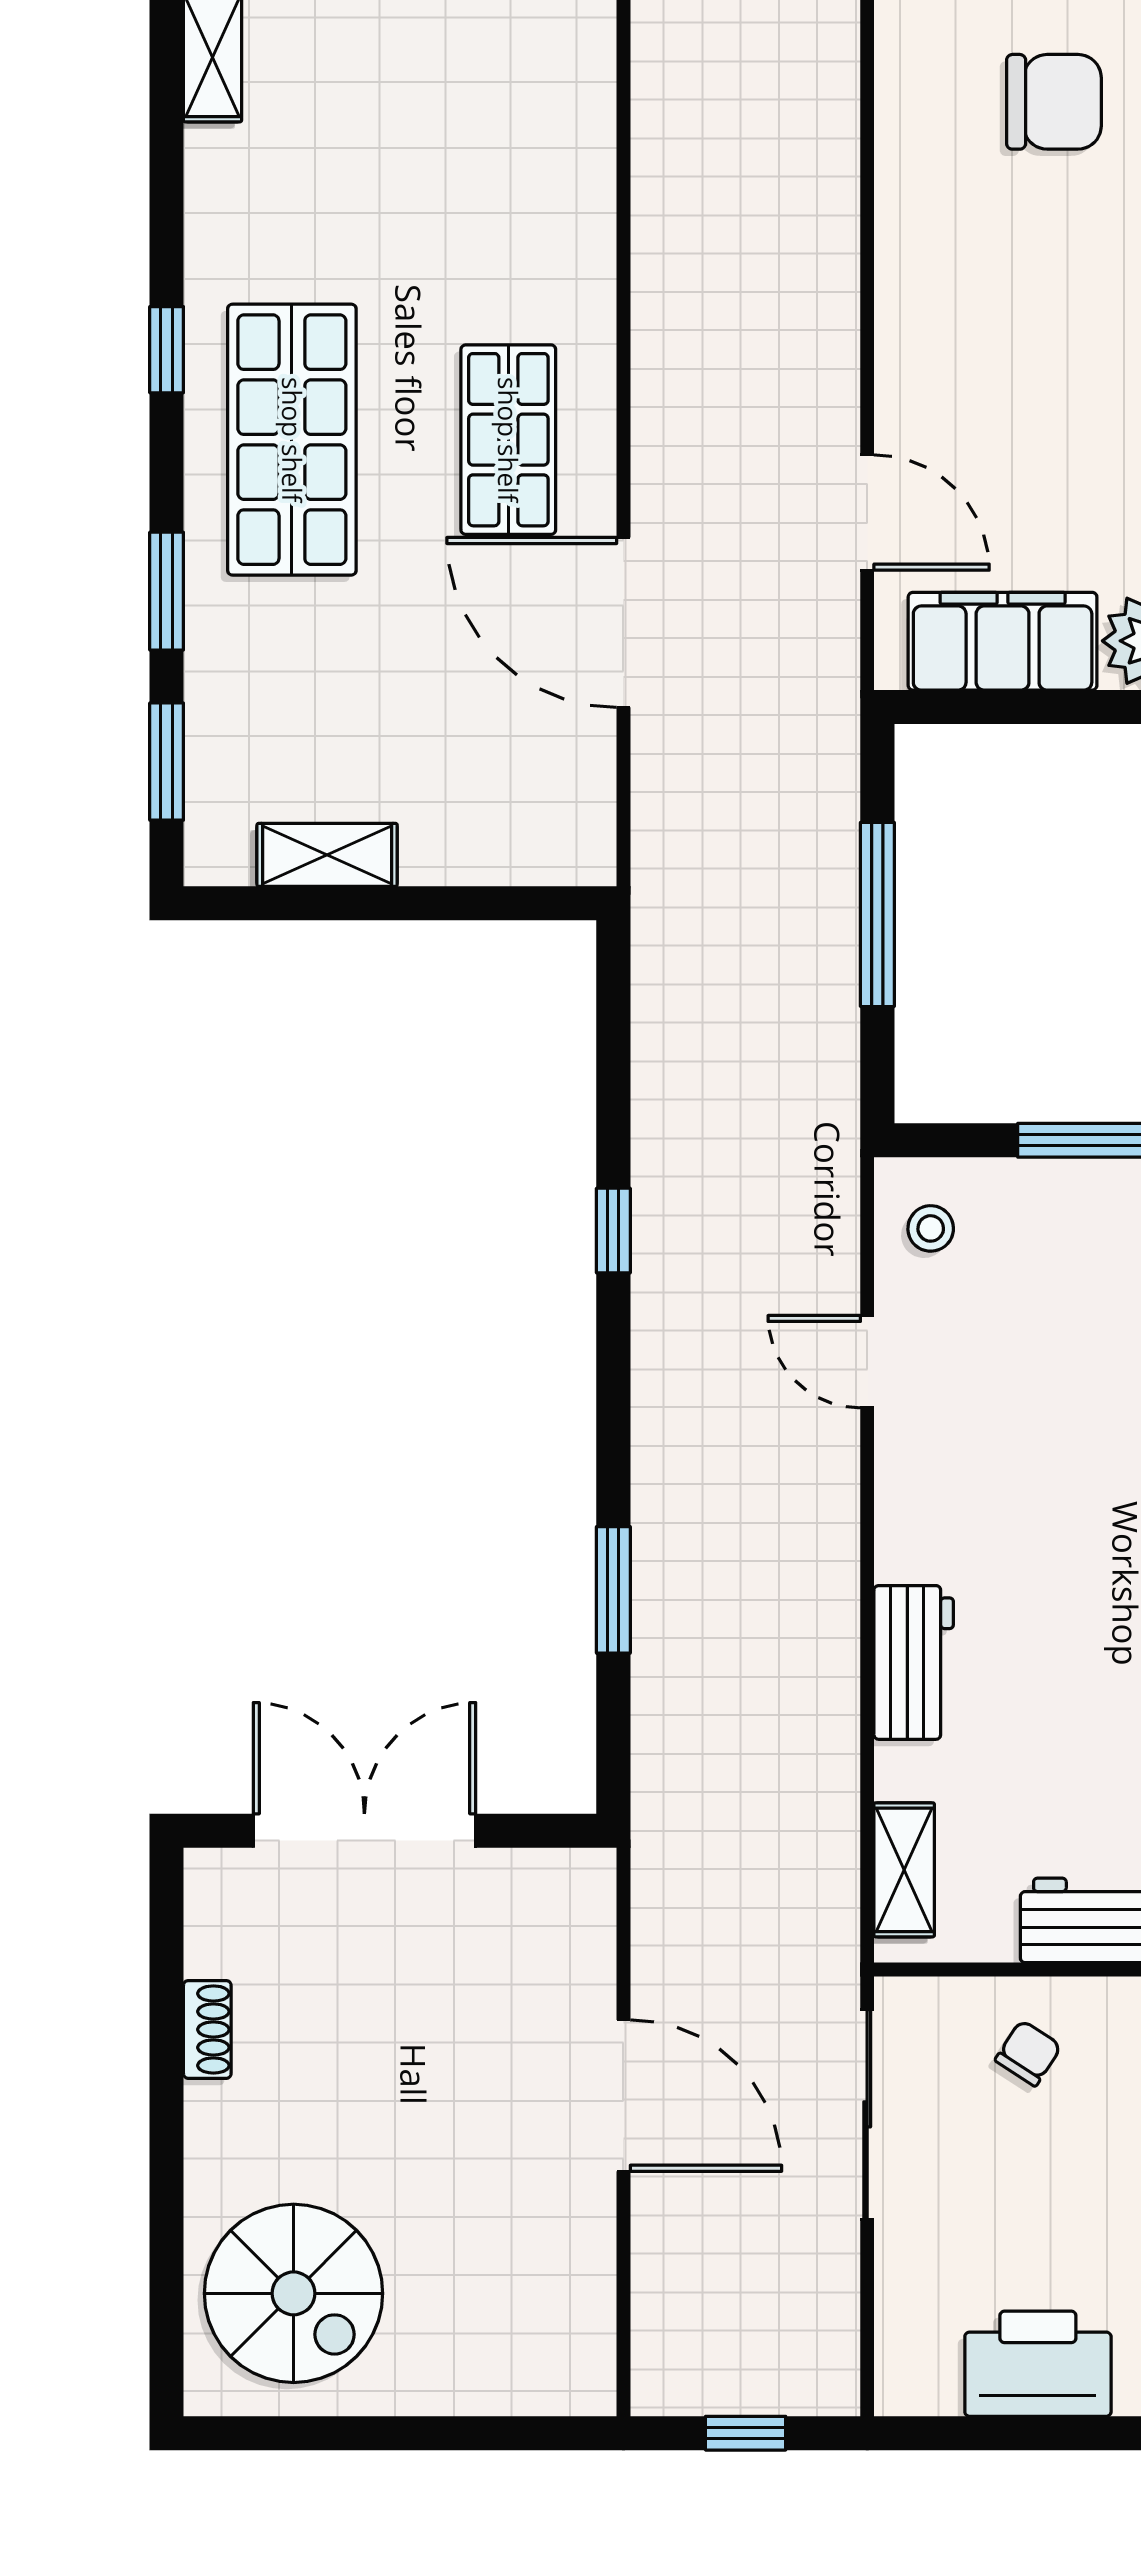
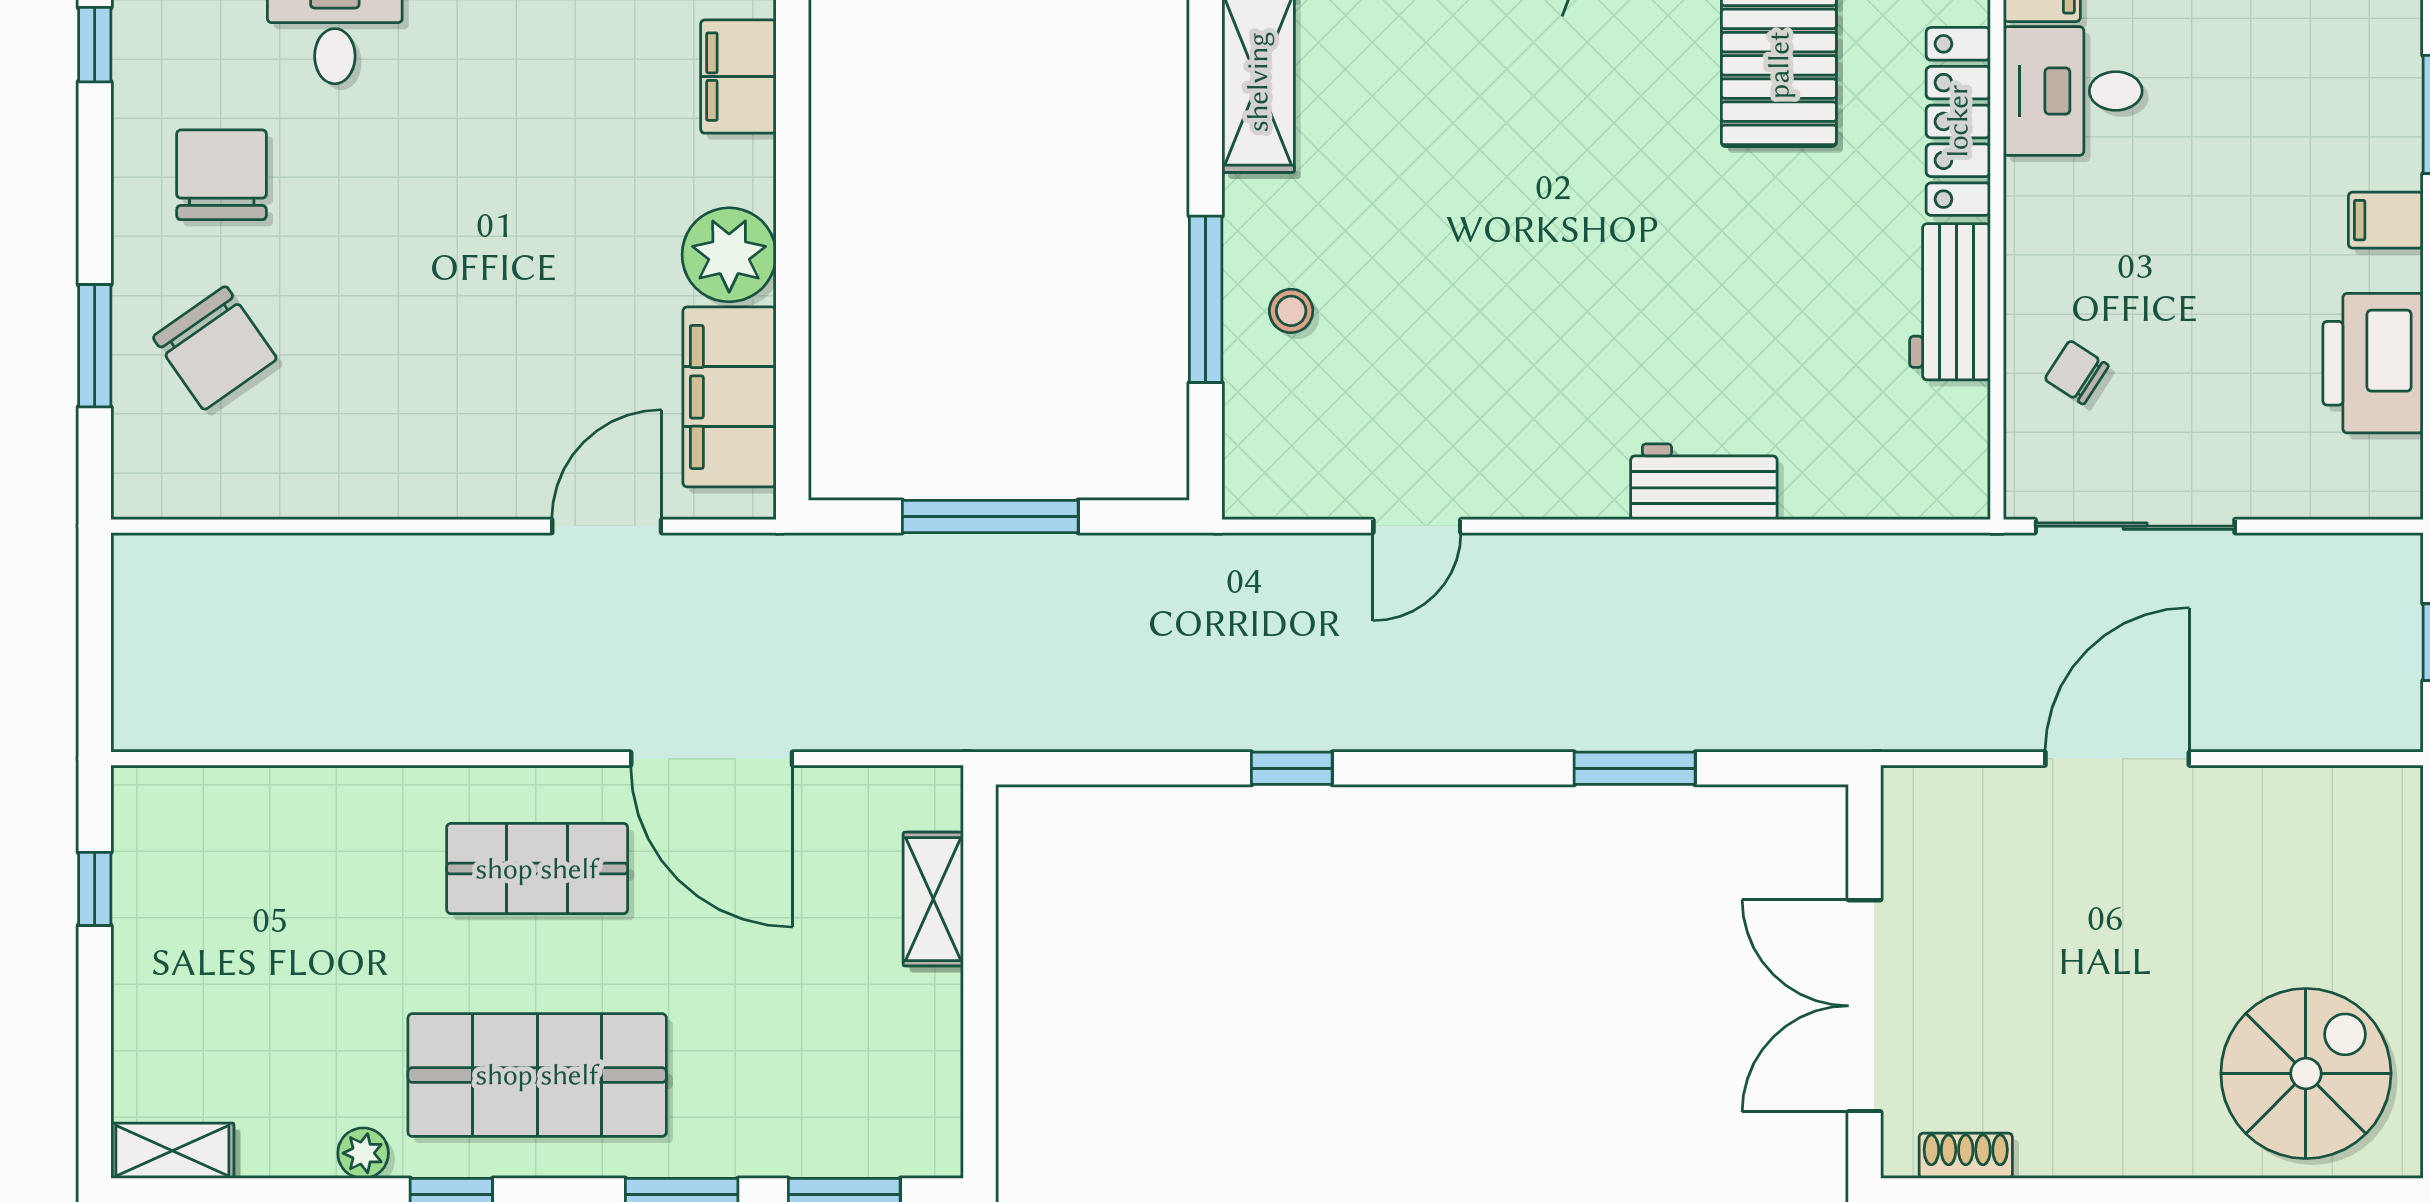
chair: (1054, 102) -> (215, 348), turned 145
plant: (210, 257) -> (363, 1153), added
door: (623, 622) -> (712, 759), hinge flipped
shelving: (327, 855) -> (933, 899), moved
stool: (931, 1228) -> (1291, 311), moved
shelving: (904, 1870) -> (1902, 491), removed
shoe rack: (207, 2029) -> (1966, 1156), moved

